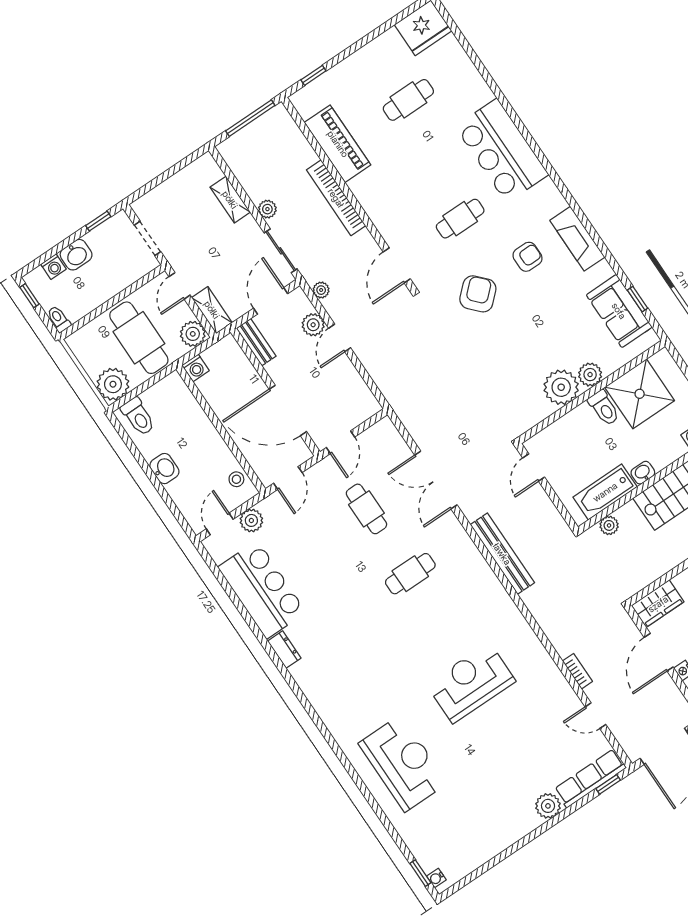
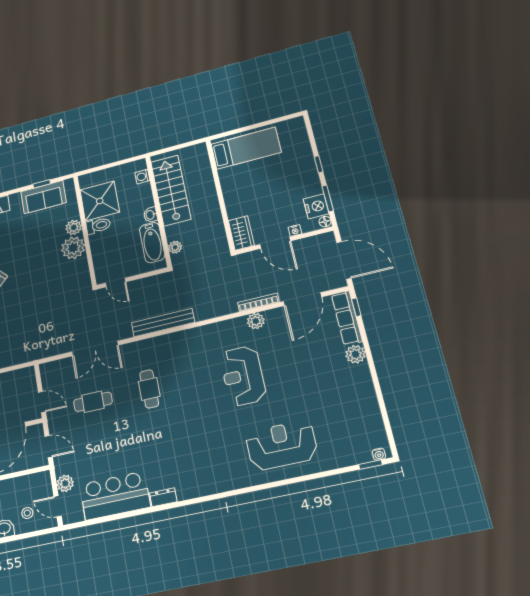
stool: (236, 479) -> (27, 513), moved
plant: (547, 670) -> (256, 321), added
bookcase: (577, 671) -> (258, 302), width x1.56
door: (595, 716) -> (302, 299), width x1.87

